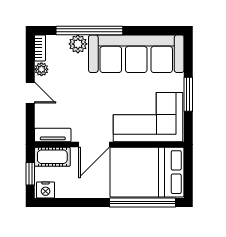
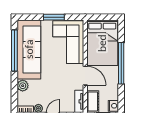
window: (89, 30) -> (14, 50), moved
window: (142, 202) -> (121, 63), moved

